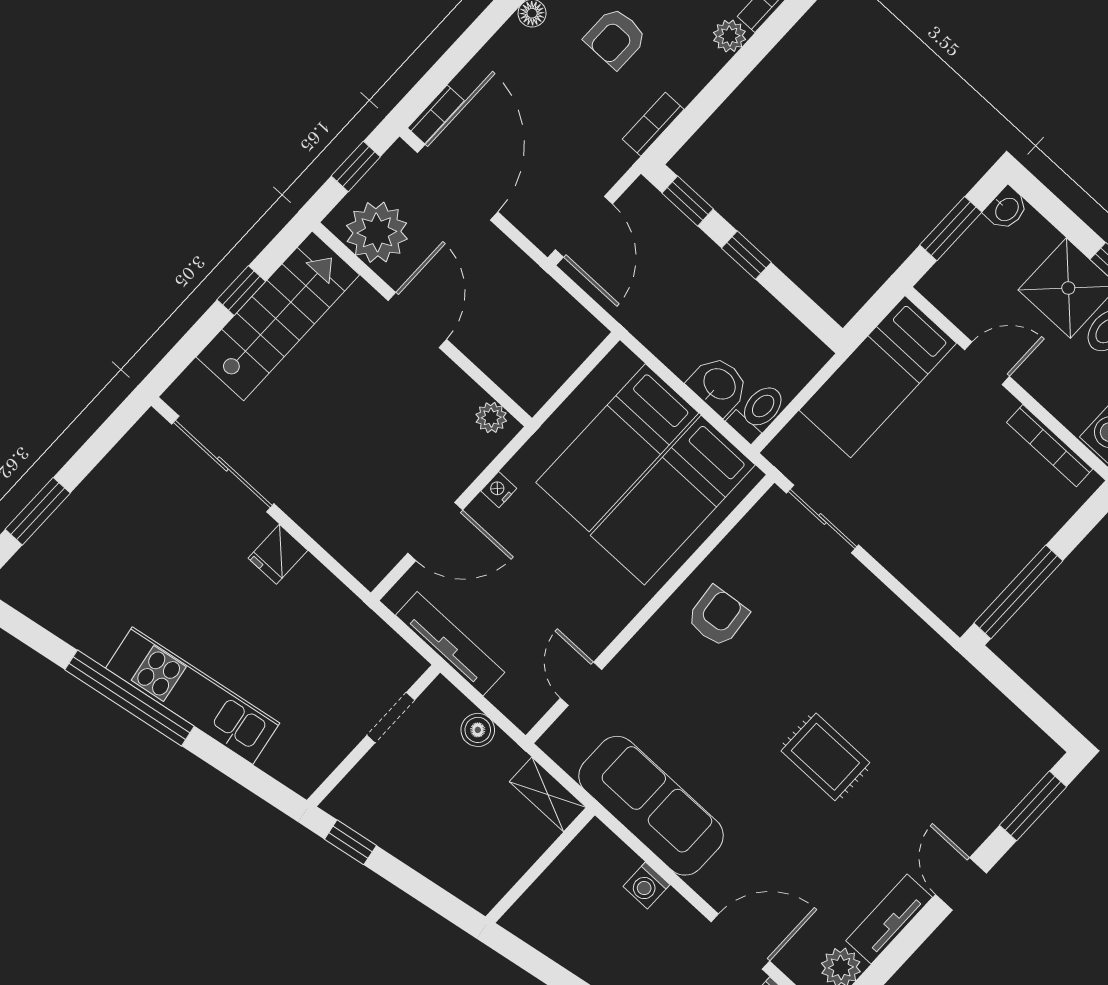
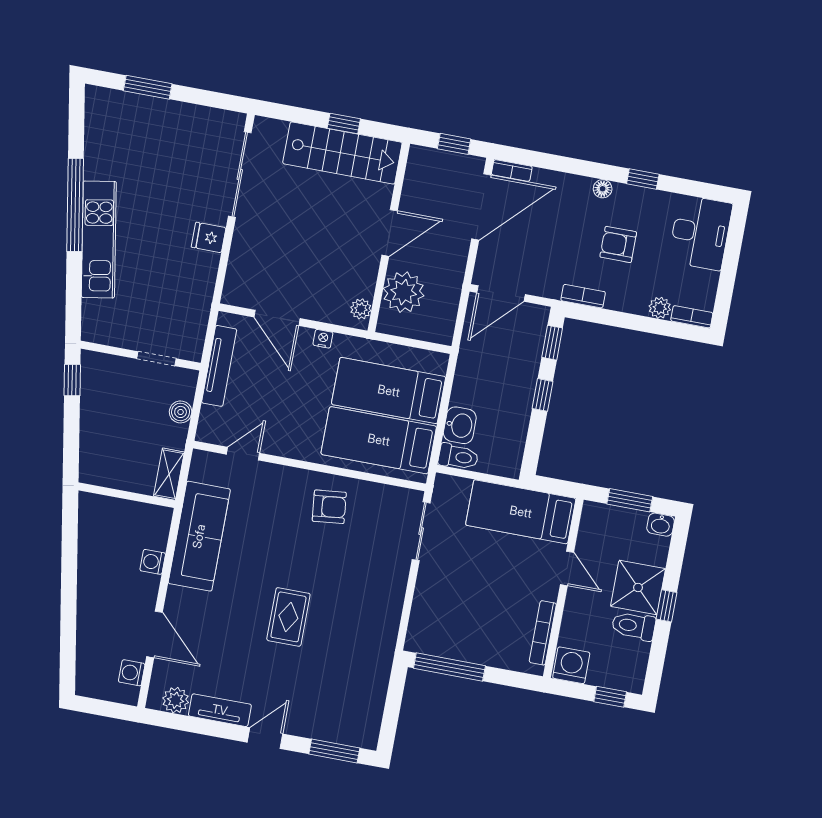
plant: (377, 232) -> (404, 292), moved

